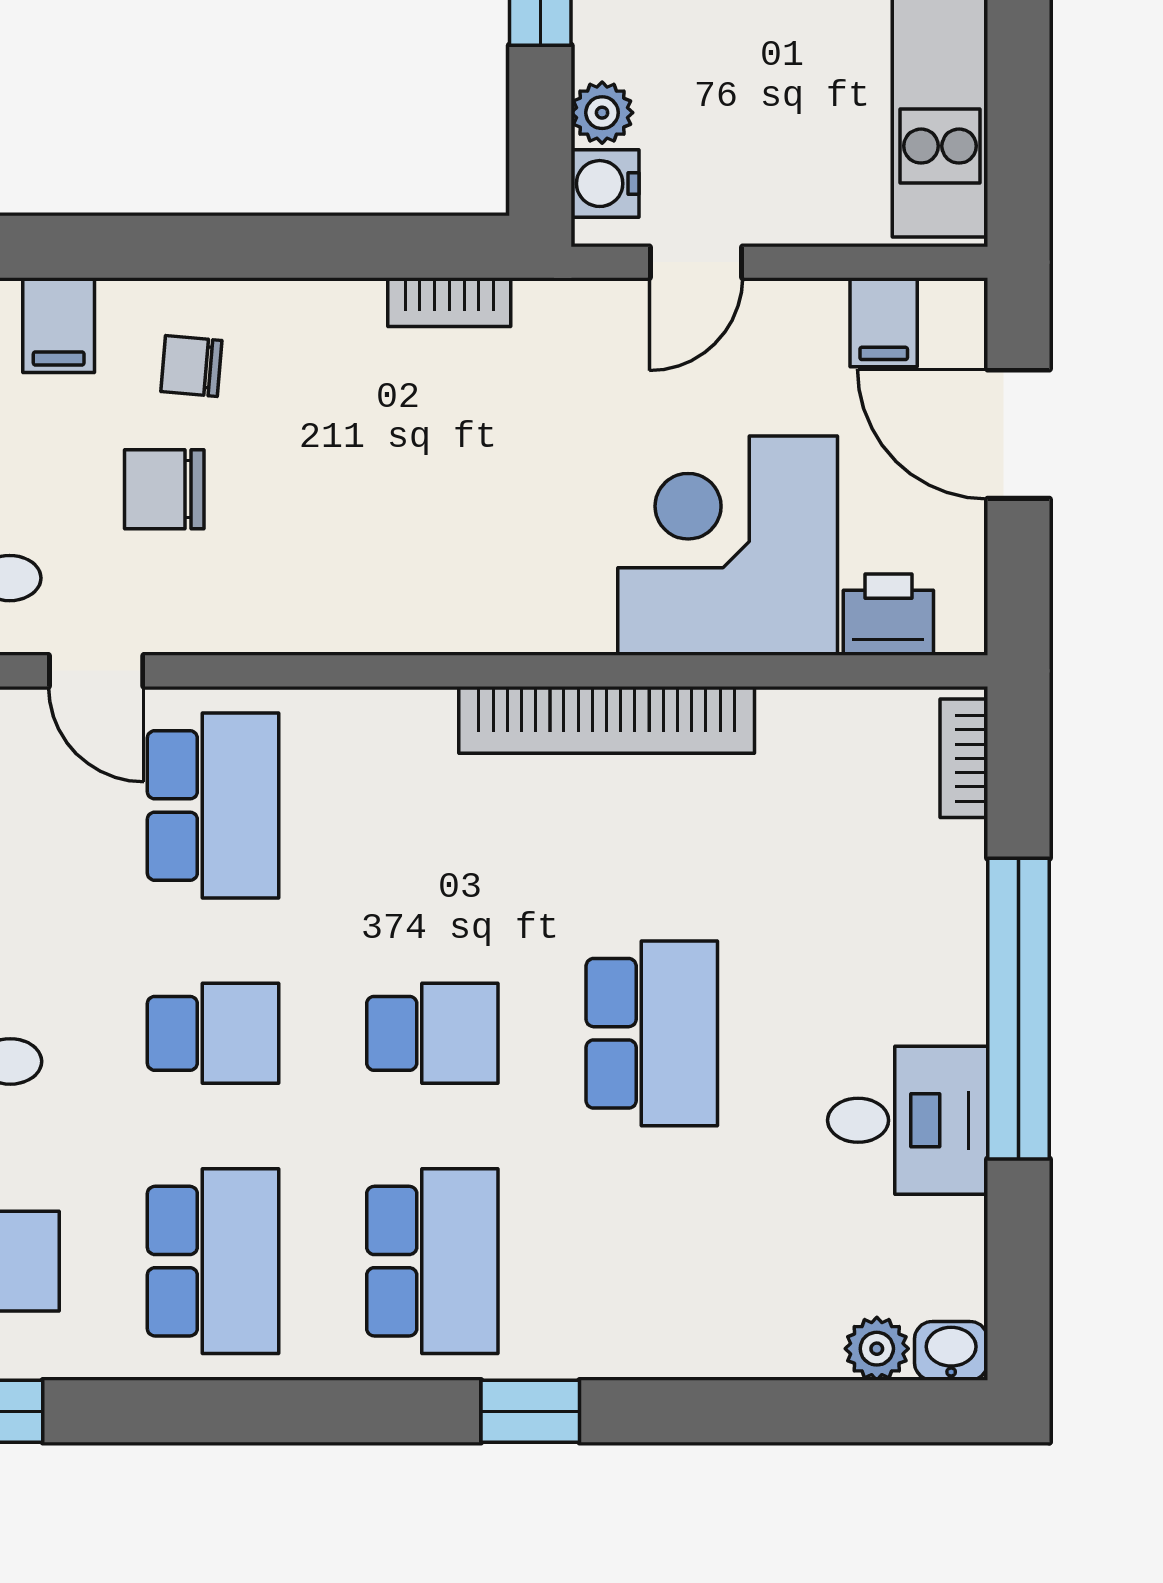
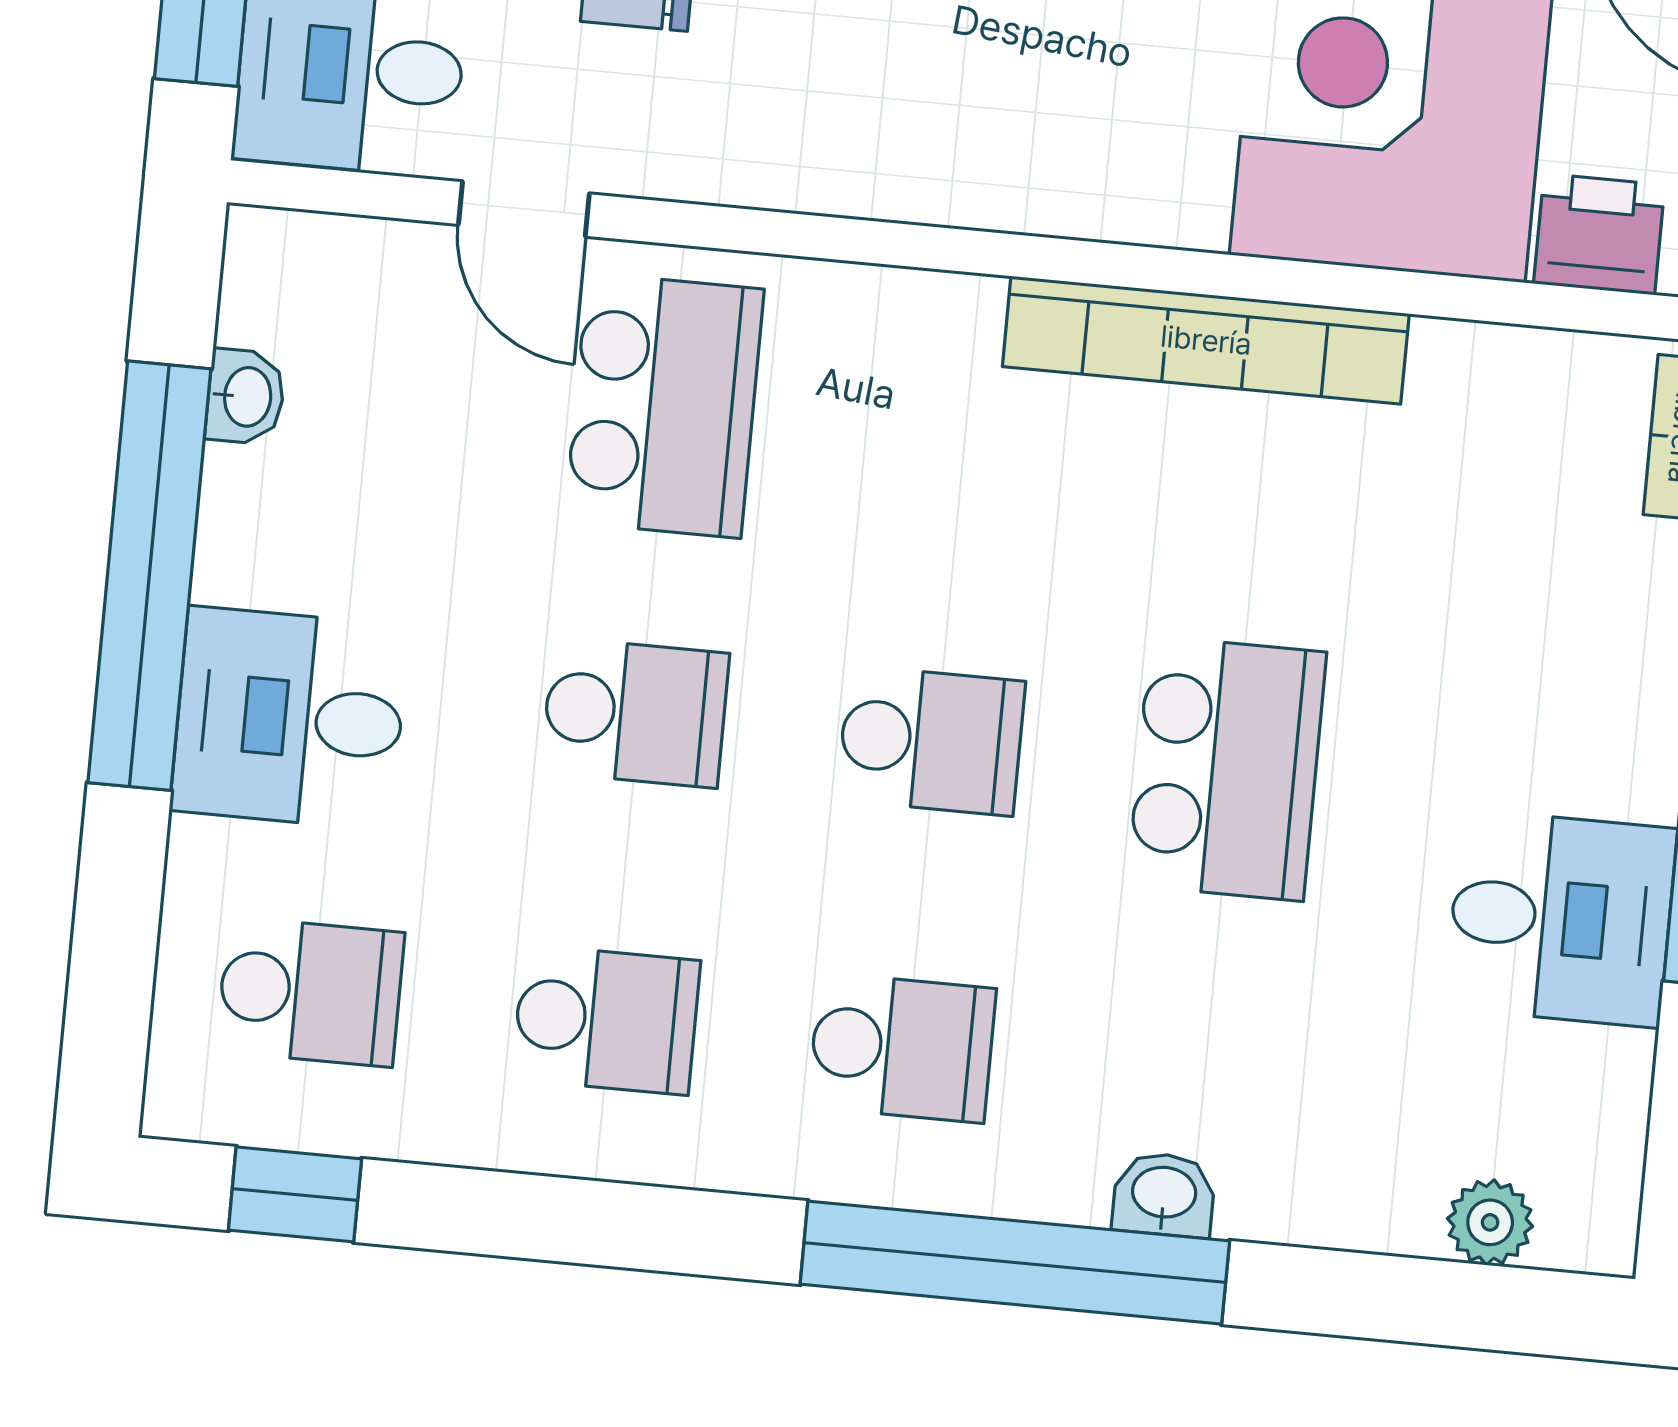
school desk: (213, 1261) -> (606, 1020), width x0.54
school desk: (432, 1261) -> (902, 1048), width x0.54
washbasin: (951, 1351) -> (1164, 1195), moved
window: (530, 1411) -> (1015, 1263), width x3.17

